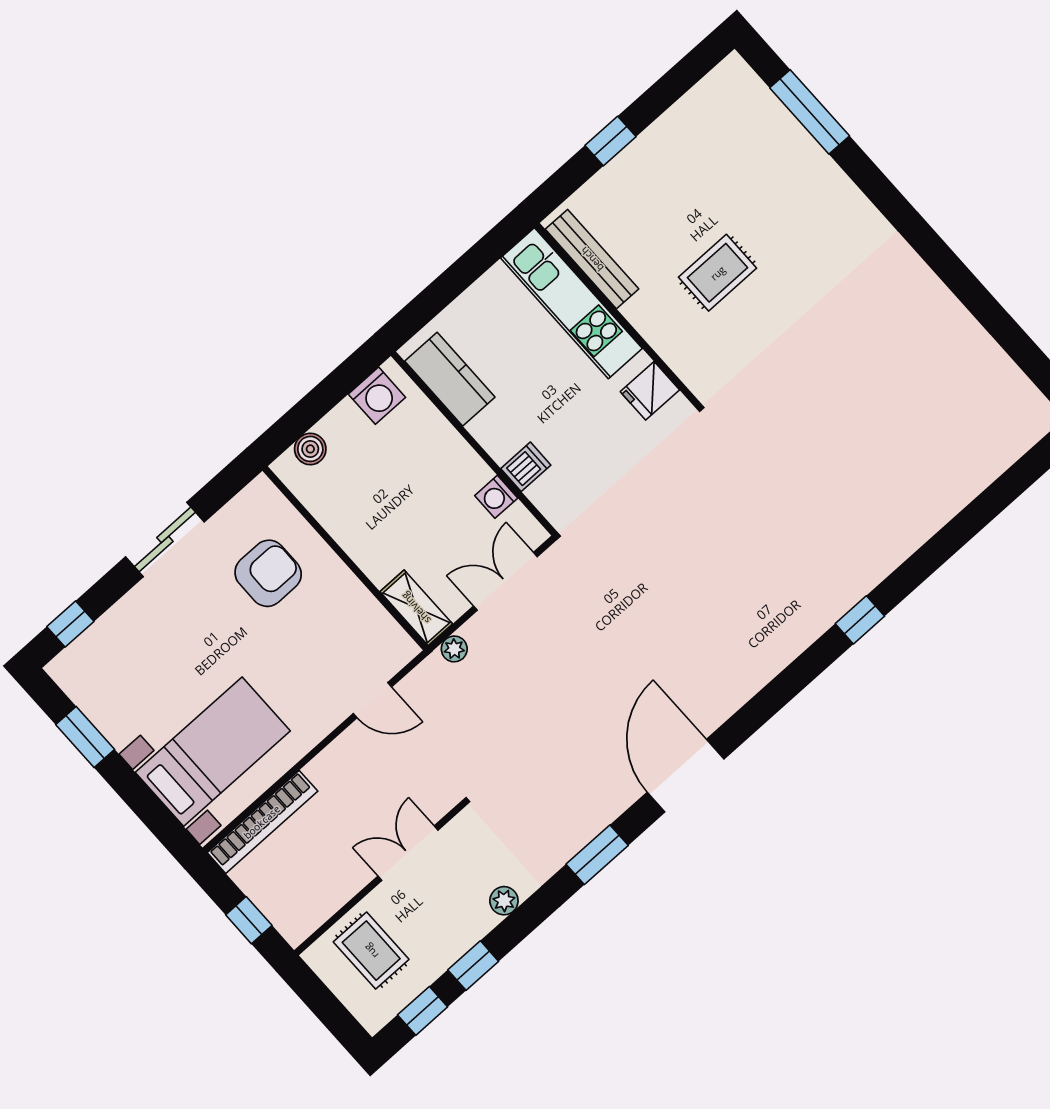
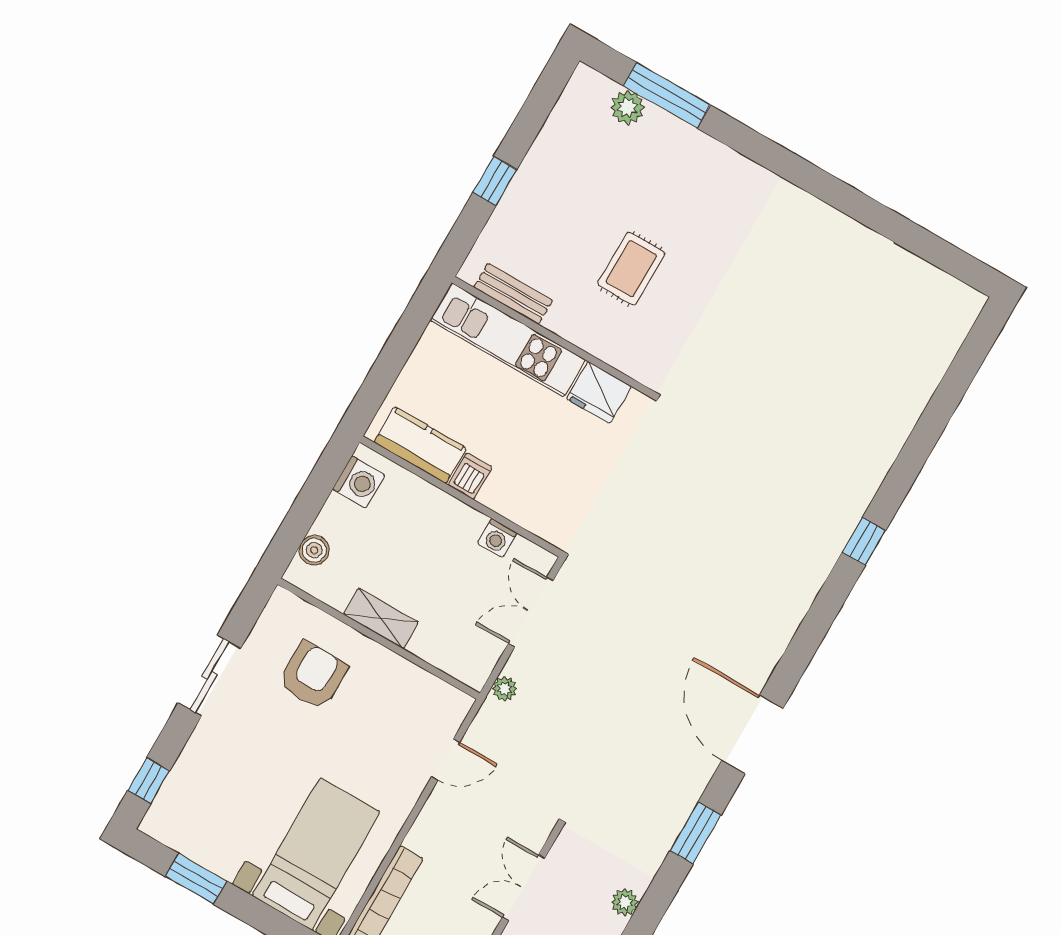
plant: (767, 111) -> (628, 107), added
bench: (592, 259) -> (513, 294), width x0.73
fridge: (650, 391) -> (599, 393), width x1.38
dishwasher: (526, 467) -> (470, 476), moved
shelving: (416, 608) -> (381, 618), moved

